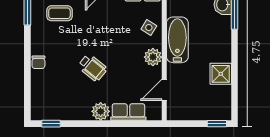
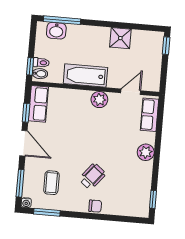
side table: (149, 28) -> (72, 101), removed
wheelchair: (92, 68) -> (92, 176), moved
door: (164, 90) -> (131, 92), swing flipped
row of seats: (128, 112) -> (149, 115), moved

